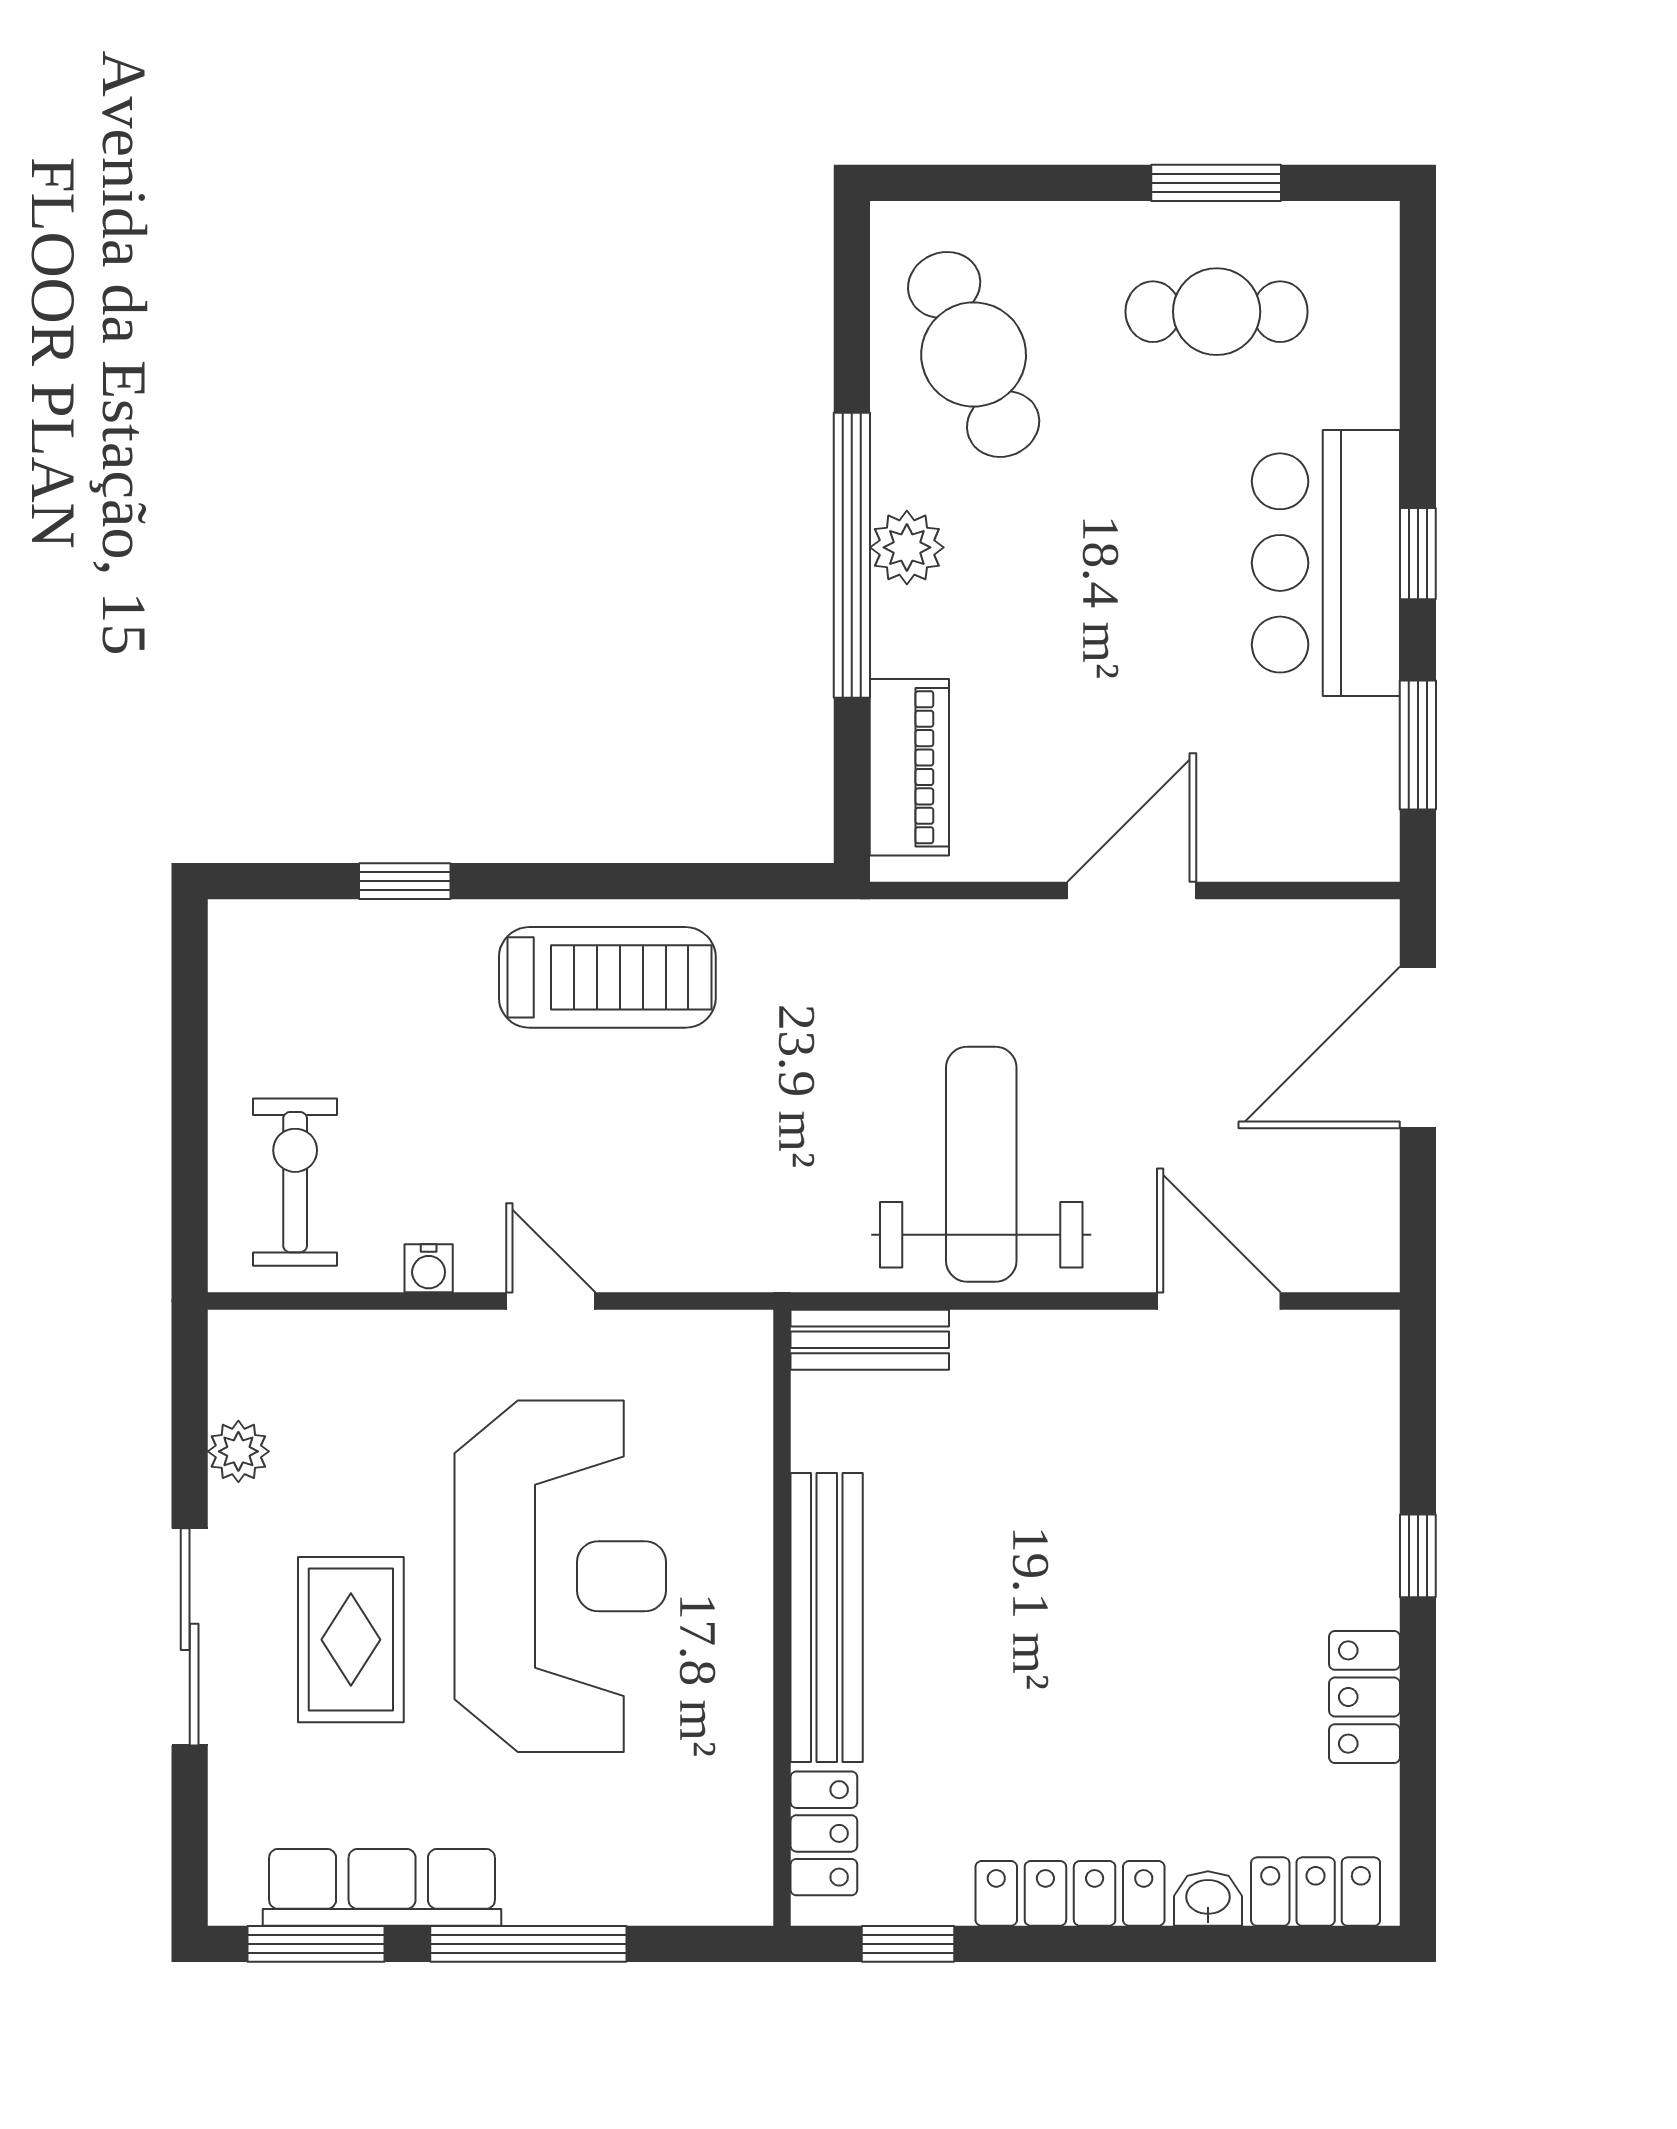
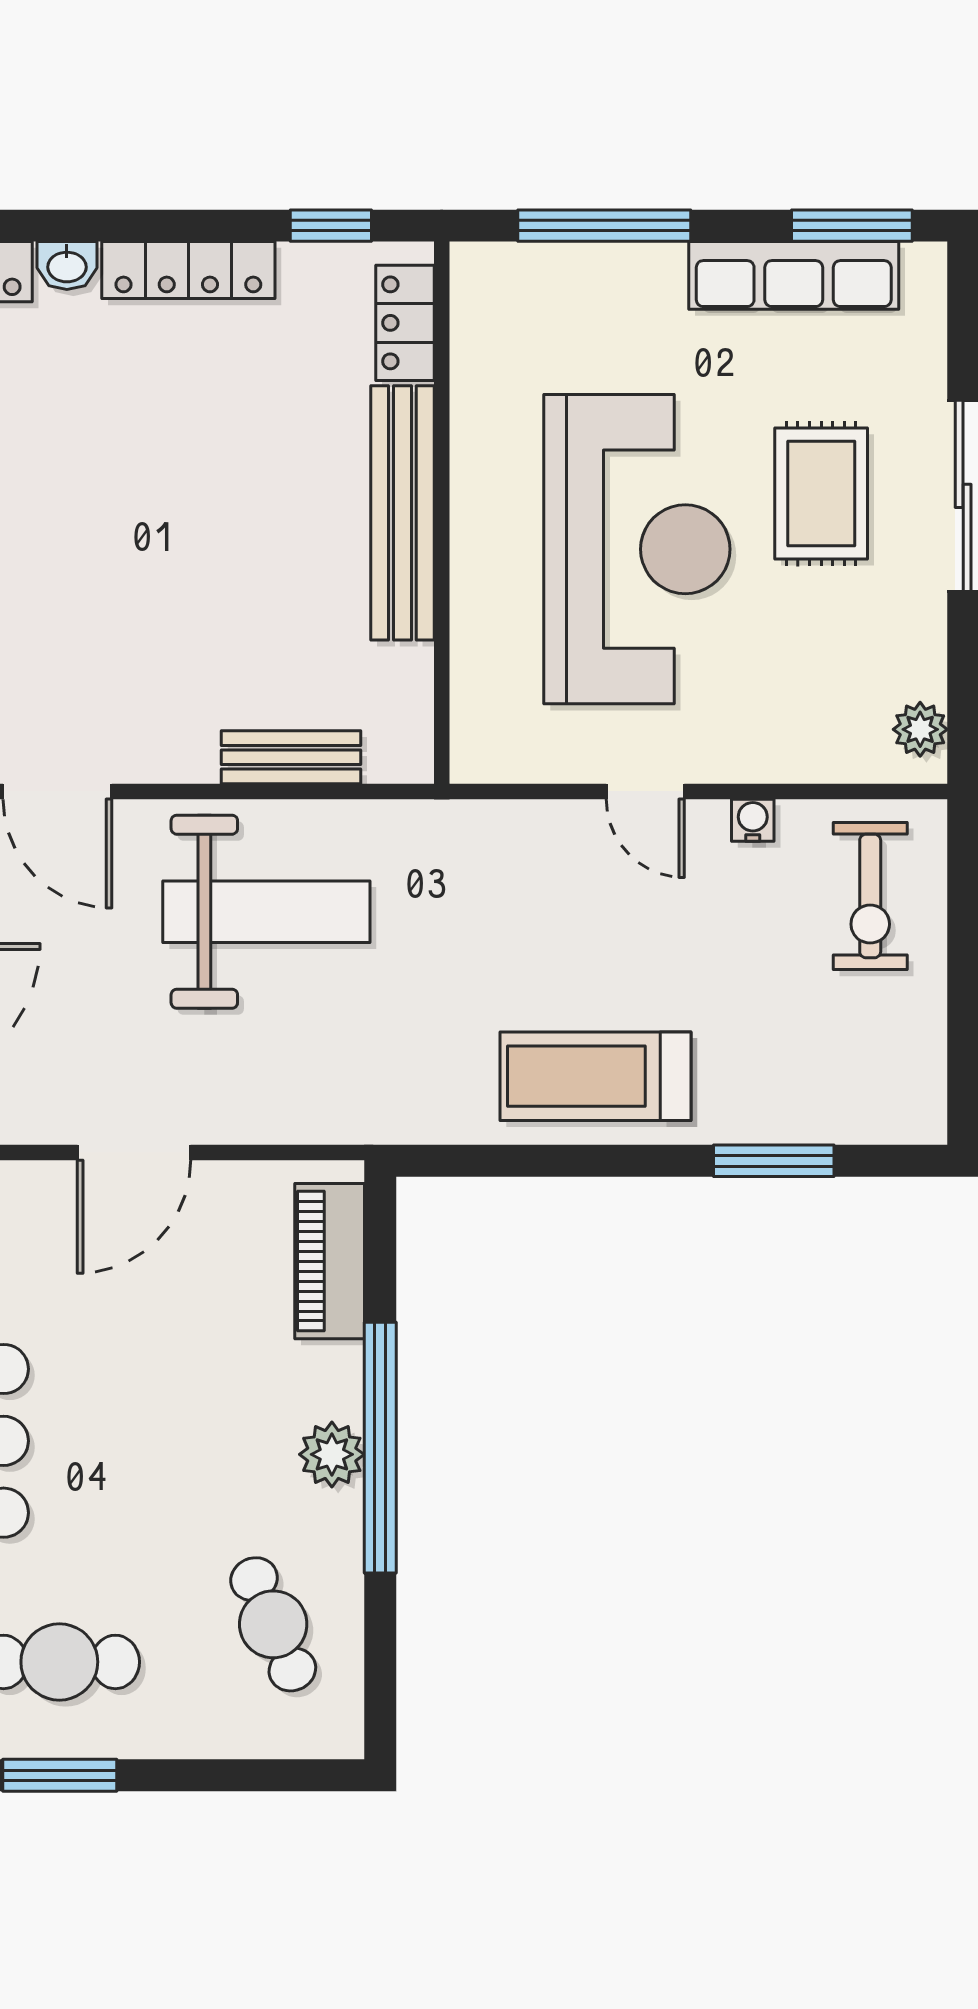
cafe table: (974, 354) -> (273, 1624), width x0.73, depth x0.74
window: (405, 881) -> (774, 1161), width x1.50
weight bench: (981, 1164) -> (266, 912), turned -90
bench: (870, 1340) -> (291, 757), moved
plant: (238, 1451) -> (920, 729), moved
reception desk: (560, 1576) -> (637, 549), turned 180
window: (528, 1944) -> (604, 226), moved

